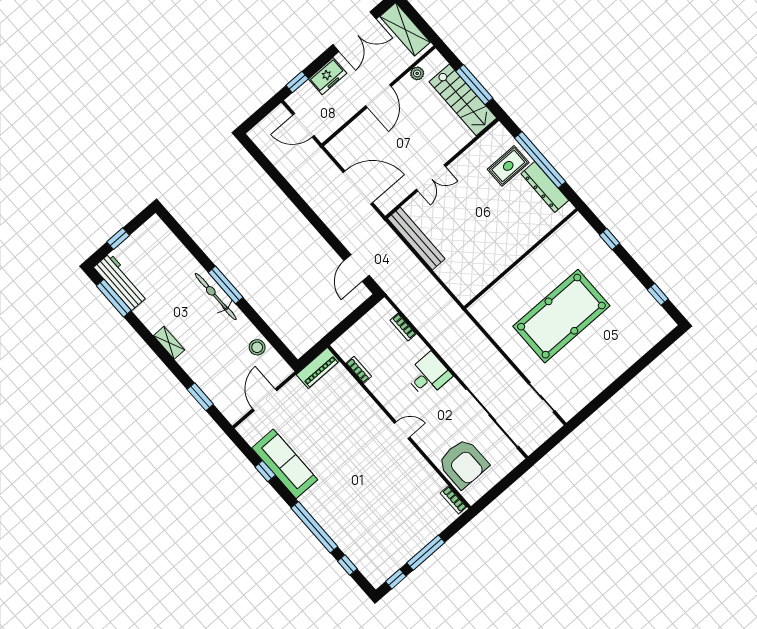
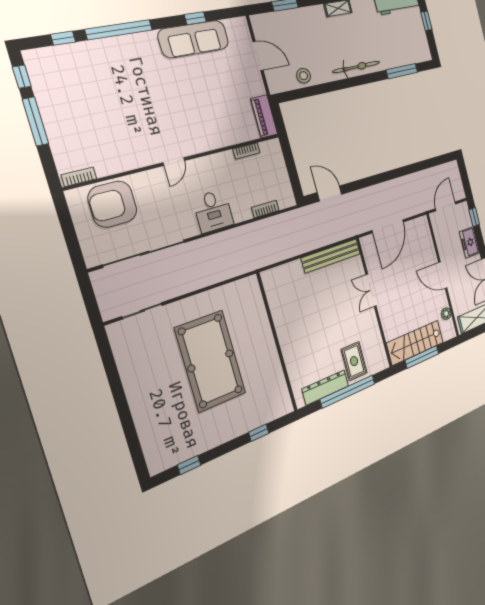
window: (226, 285) -> (402, 71), moved

